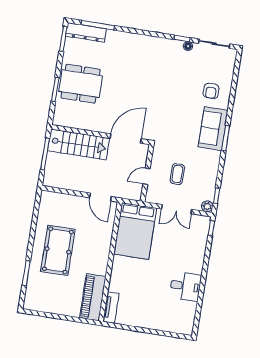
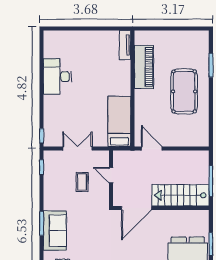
door: (146, 176) -> (111, 175), swing flipped
plant: (207, 206) -> (49, 156), removed
bed: (135, 231) -> (119, 121), width x0.67
desk: (185, 286) -> (57, 77), width x1.37
piano: (93, 297) -> (144, 67), moved

